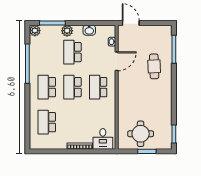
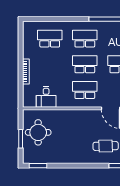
desk: (103, 139) -> (46, 97), moved, turned -90

